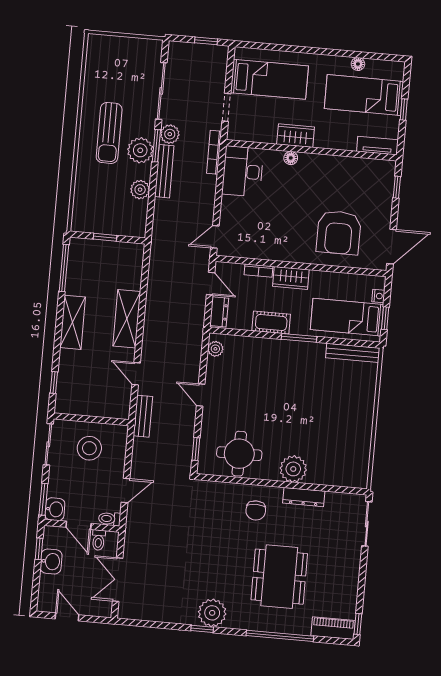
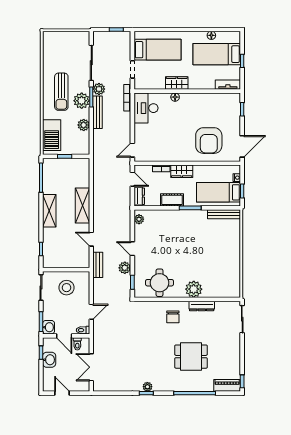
barbecue: (87, 201) -> (52, 135), added
plant: (186, 425) -> (125, 268), added
dining table: (279, 577) -> (191, 357), width x0.73
plant: (212, 613) -> (147, 387), width x0.53, depth x0.53

